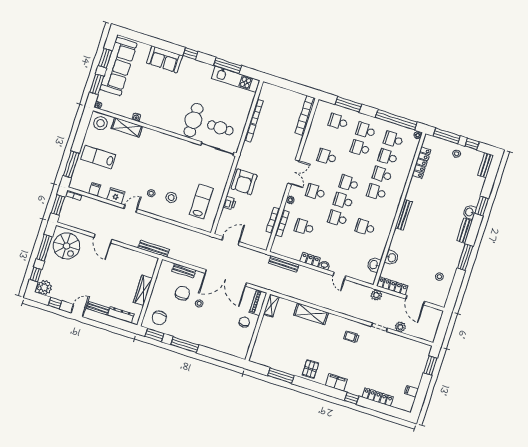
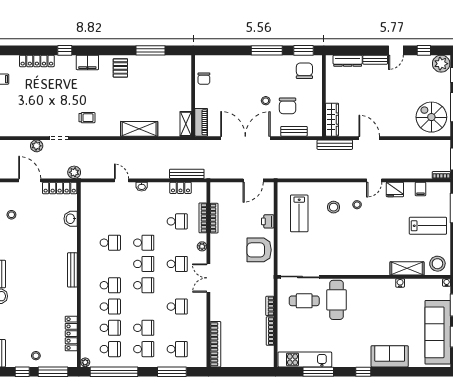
armchair: (244, 182) -> (259, 250), turned -90
door: (103, 238) -> (369, 138), moved
locker: (310, 260) -> (181, 188), moved
washbasin: (374, 265) -> (87, 205), removed
wardrobe: (143, 290) -> (332, 120), moved
chair: (244, 322) -> (204, 79), moved

